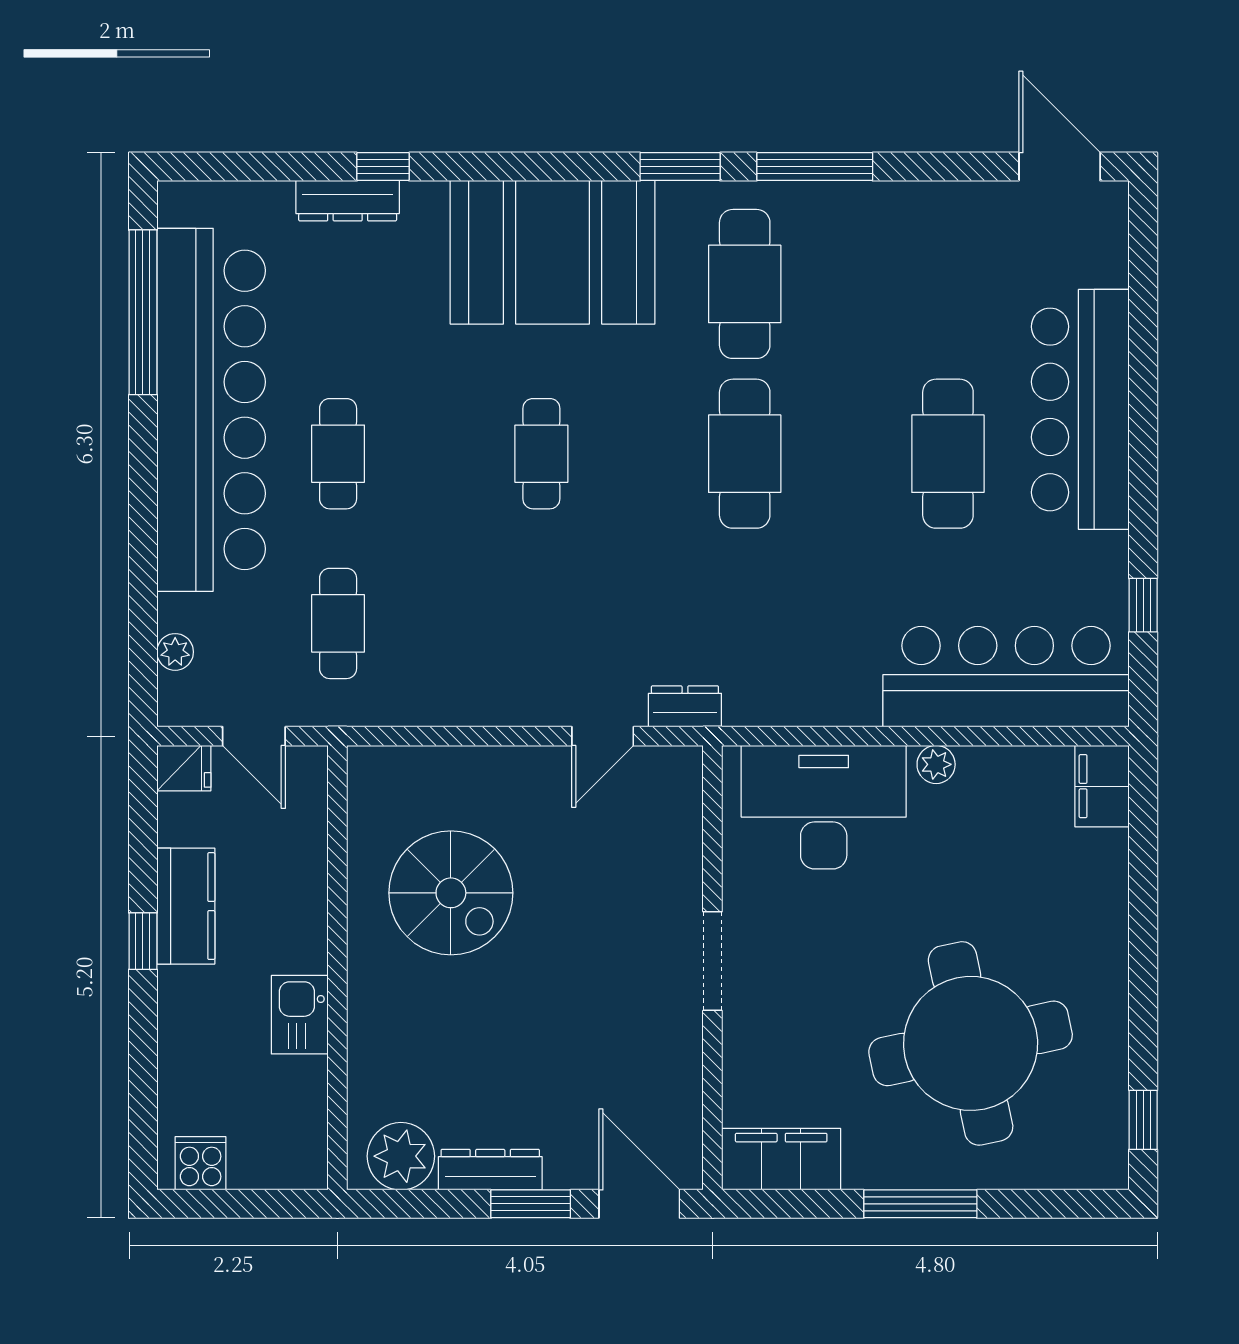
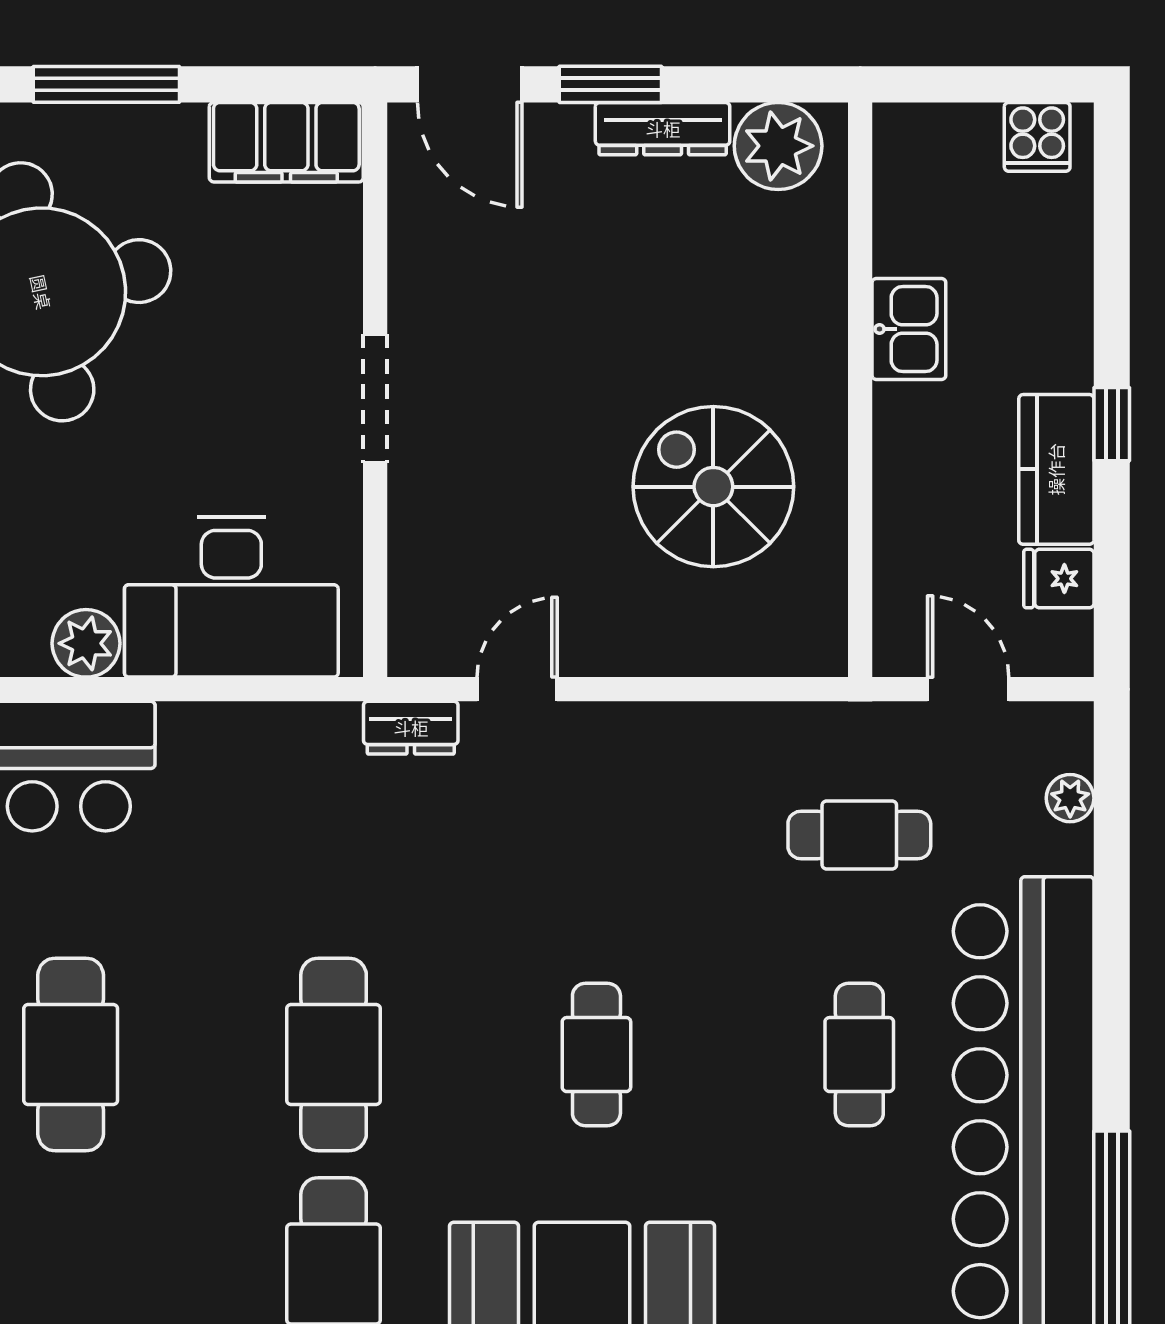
cafe table: (338, 623) -> (859, 835), turned 90
plant: (936, 764) -> (86, 643), width x1.38, depth x1.38
fridge: (184, 768) -> (1059, 579), moved

